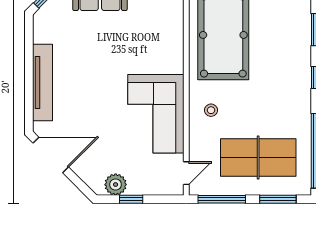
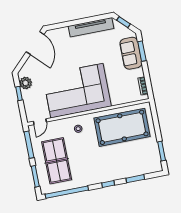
tv unit: (42, 83) -> (91, 27), moved
corner sofa: (156, 114) -> (77, 91), width x1.36, depth x1.36
door: (186, 173) -> (40, 122), hinge flipped

